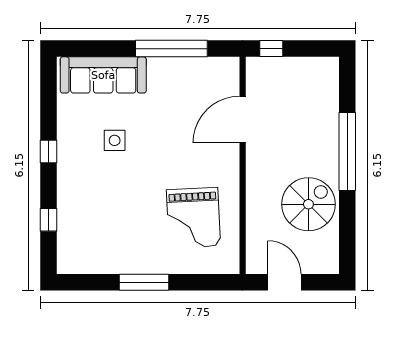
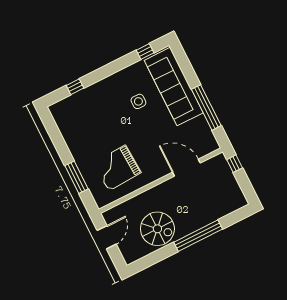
sofa: (103, 75) -> (174, 87), width x1.36, depth x1.27
window: (49, 152) -> (145, 51), moved
window: (144, 282) -> (76, 177), moved

